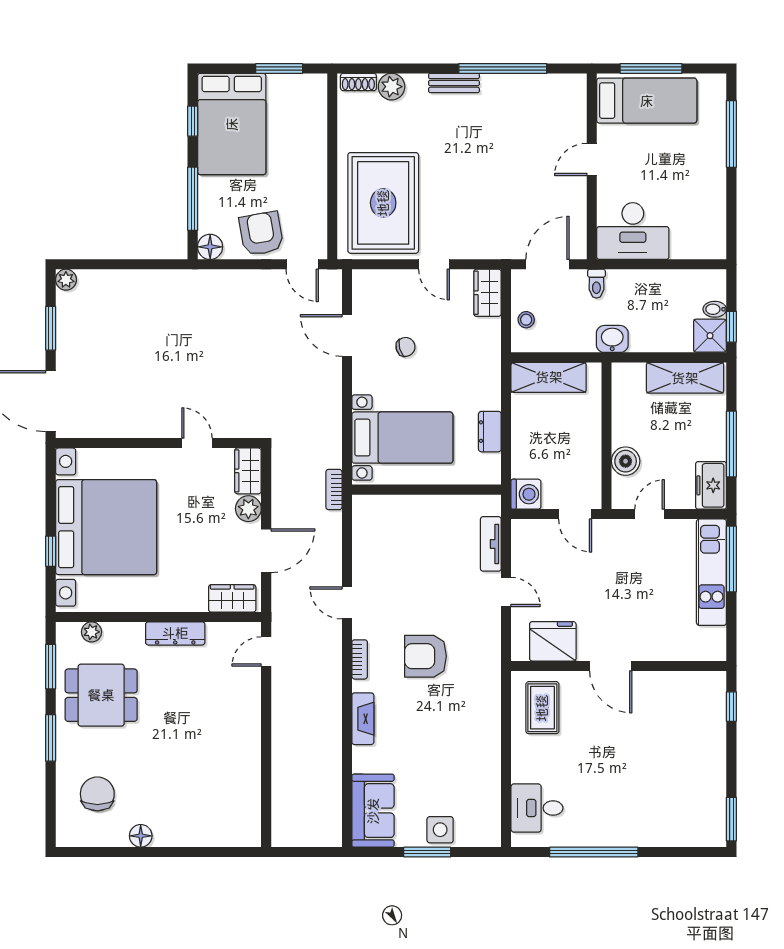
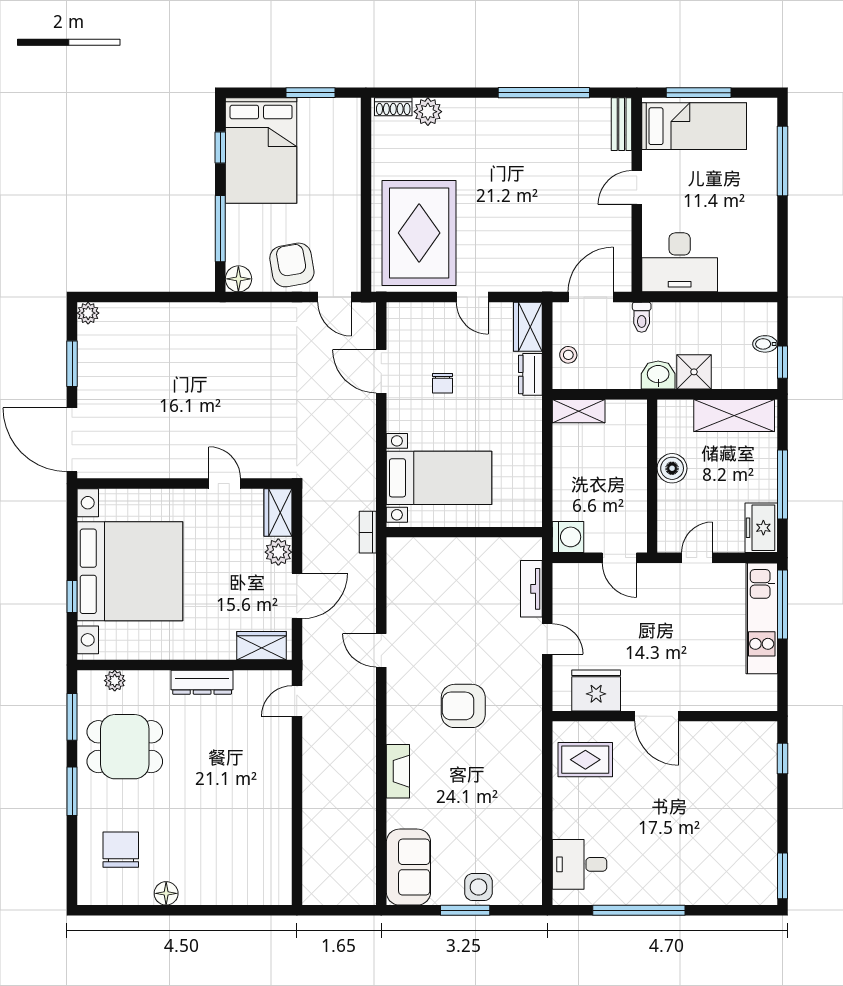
bench: (454, 83) -> (622, 124), moved, turned 90
shower: (710, 336) -> (694, 372), moved
chair: (406, 347) -> (442, 383), turned 106
shelving: (549, 377) -> (579, 411), width x0.67, depth x0.75
dresser: (490, 432) -> (530, 374), moved
boiler: (626, 461) -> (672, 468), moved
bookcase: (360, 659) -> (395, 709), removed
rug: (542, 708) -> (585, 760), turned 90

